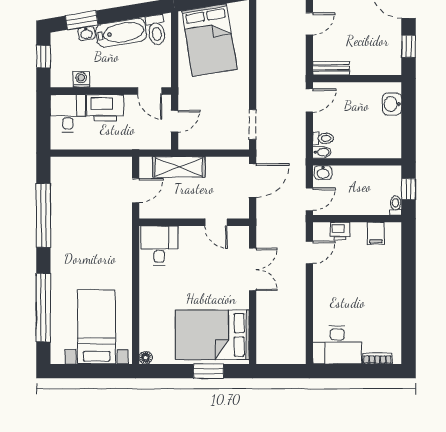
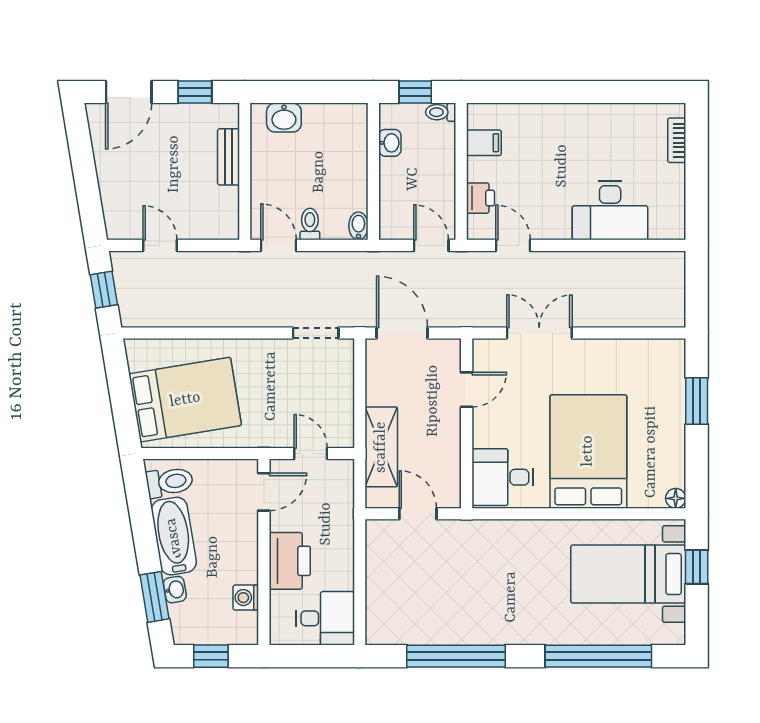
bench: (331, 68) -> (229, 157), moved
desk: (68, 113) -> (325, 618), moved, turned 180
toilet: (323, 138) -> (310, 224), moved
washbasin: (323, 173) -> (390, 143), moved
bed: (212, 335) -> (588, 451), moved, turned 180
desk: (337, 345) -> (610, 210), moved, turned 90
window: (101, 371) -> (697, 567), added

